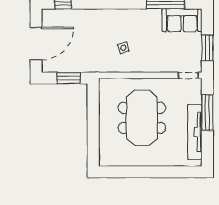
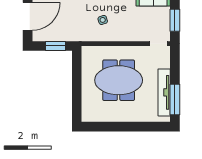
window: (207, 112) -> (175, 100), moved
meeting table: (142, 118) -> (119, 80), turned 90

